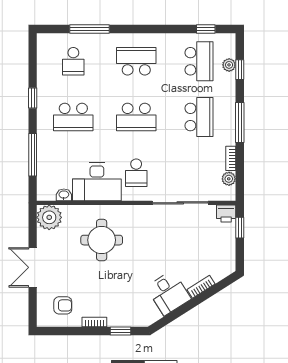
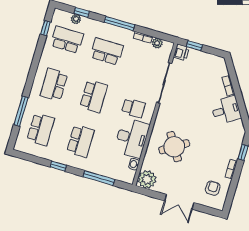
school desk: (73, 61) -> (41, 129), width x1.85
round table: (102, 240) -> (174, 147), turned -32

